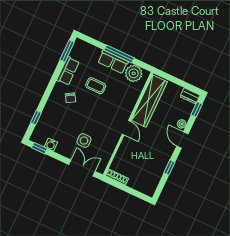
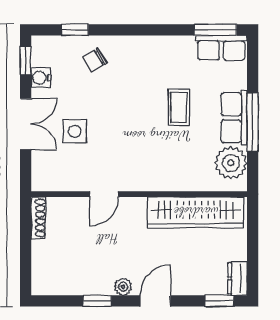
row of seats: (68, 71) -> (221, 48), moved
chair: (70, 98) -> (95, 60), moved
plant: (182, 124) -> (123, 287), moved
door: (126, 128) -> (104, 194), moved
double door: (82, 168) -> (26, 124), moved

